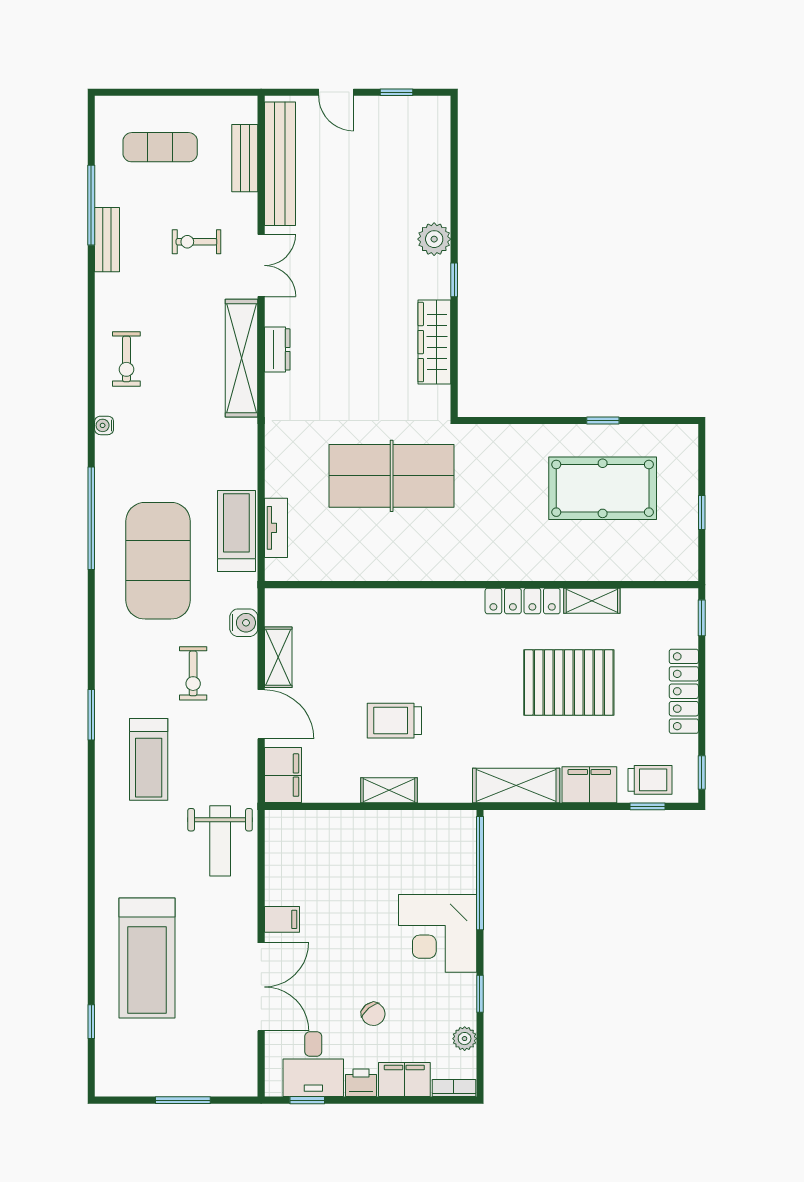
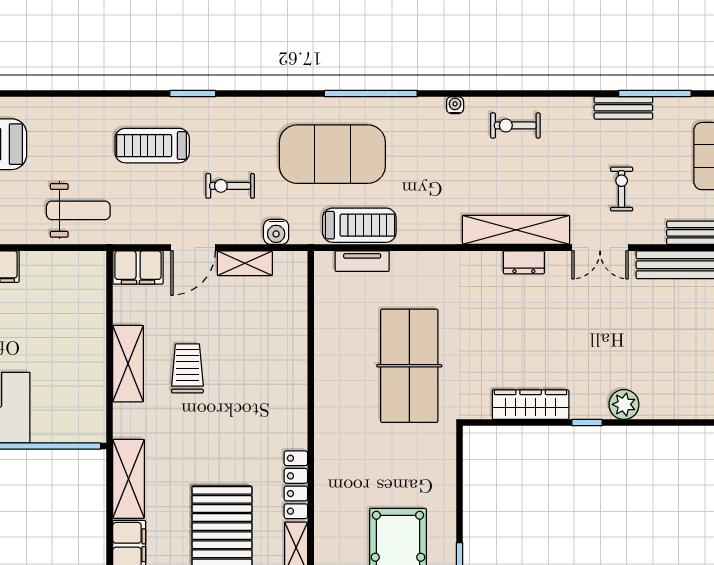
shelving: (389, 790) -> (128, 364), width x1.50, depth x1.33
weight bench: (220, 841) -> (78, 210), turned 180

